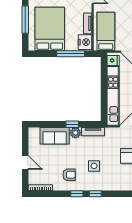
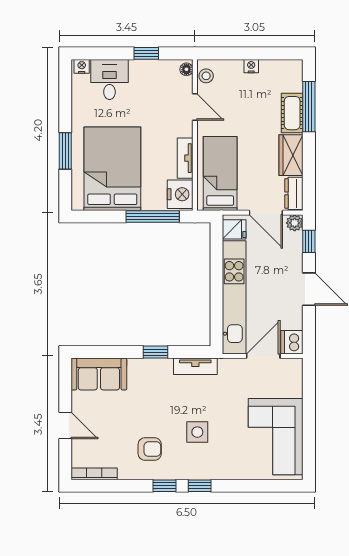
window: (25, 20) -> (65, 151), width x0.69
plant: (75, 133) -> (162, 368), removed
sofa: (55, 136) -> (99, 374), moved

